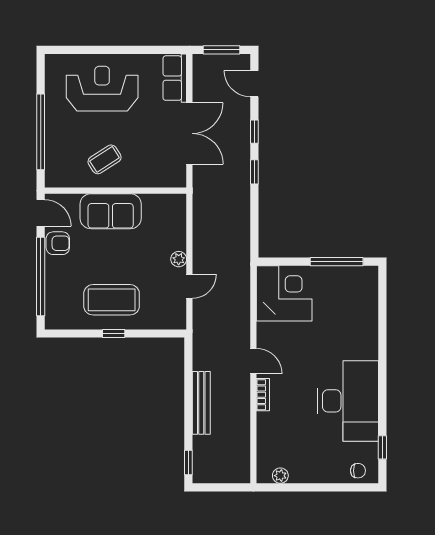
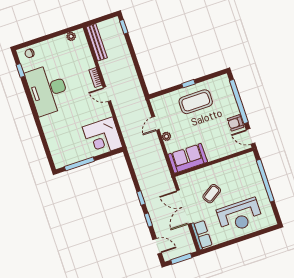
coffee table: (105, 159) -> (212, 194), moved
sofa: (111, 211) -> (188, 158), moved
bench: (201, 403) -> (97, 42), moved

